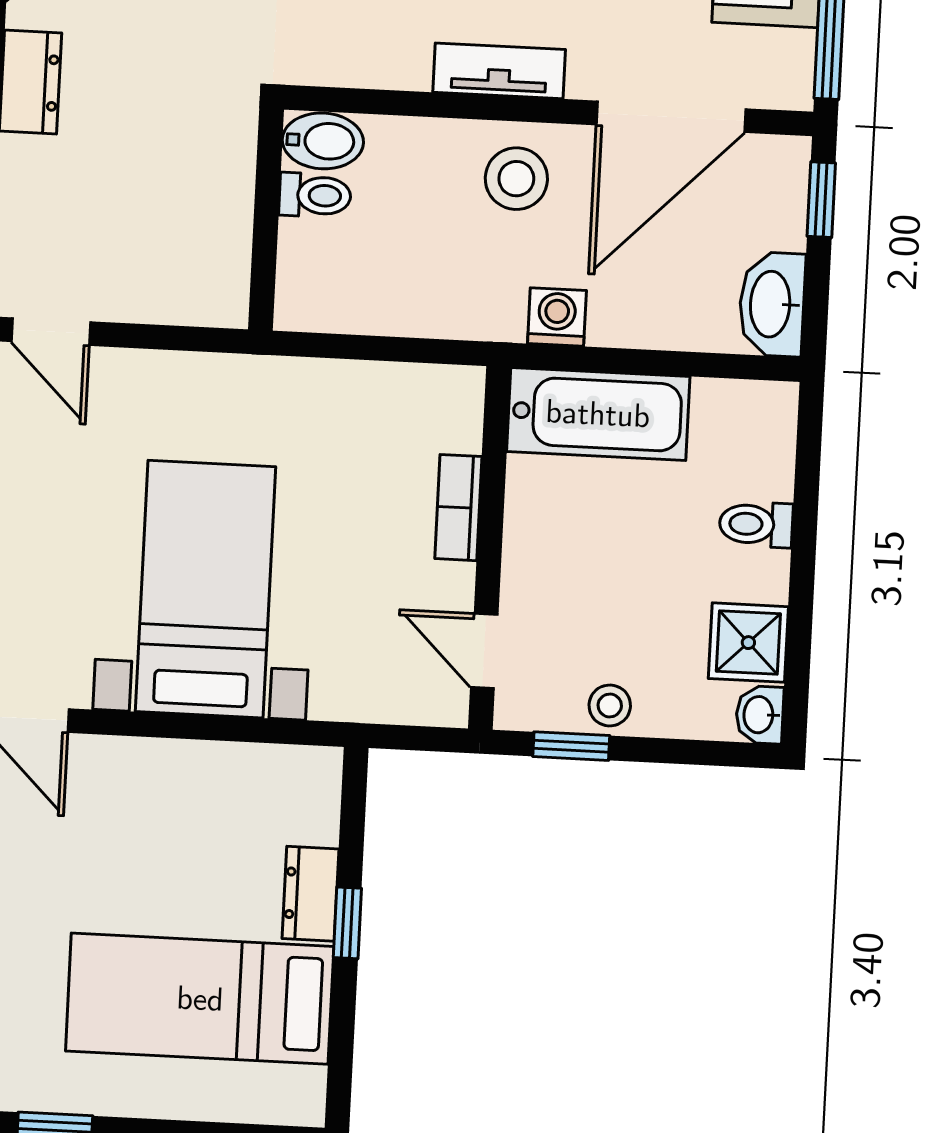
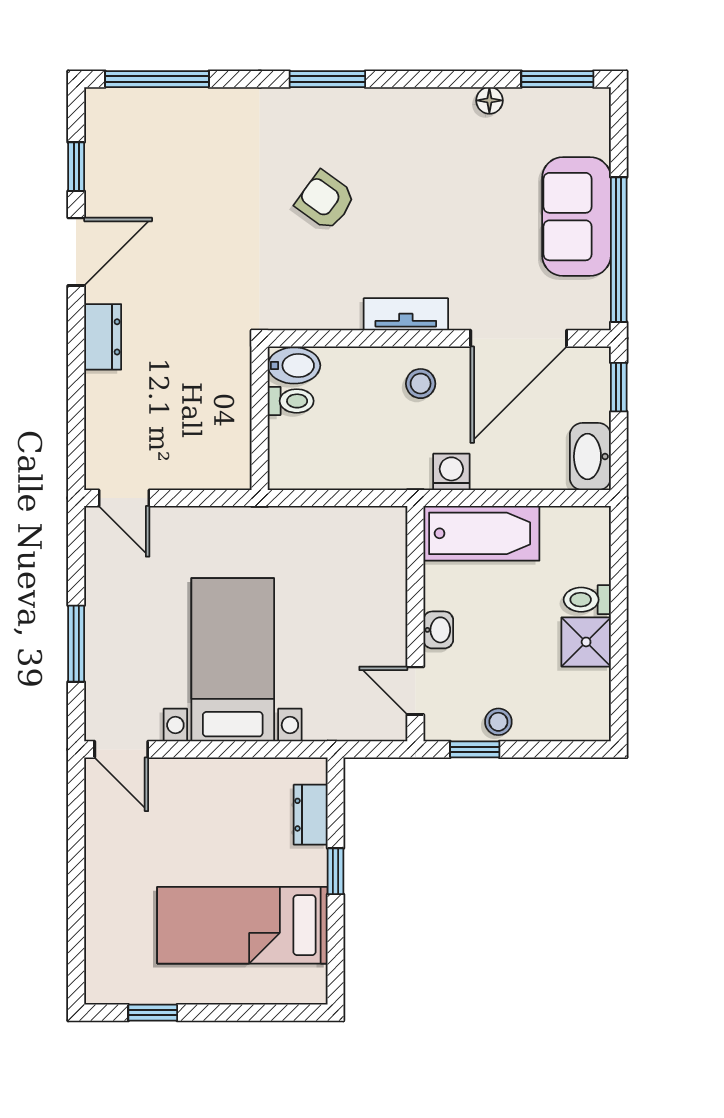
stool: (516, 179) -> (421, 384), width x0.73, depth x0.73
bookcase: (458, 508) -> (394, 599), removed
shower: (748, 643) -> (586, 642), moved
washbasin: (760, 715) -> (438, 630), moved, turned 180
dresser: (310, 894) -> (311, 815), moved

